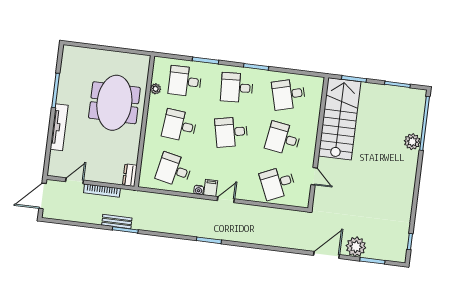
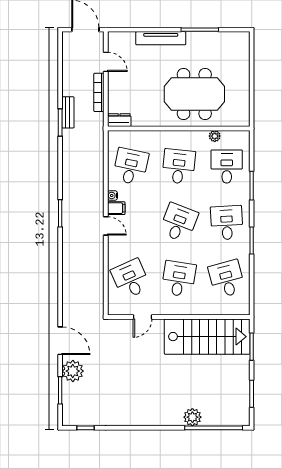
desk: (231, 132) -> (179, 223), turned 33

